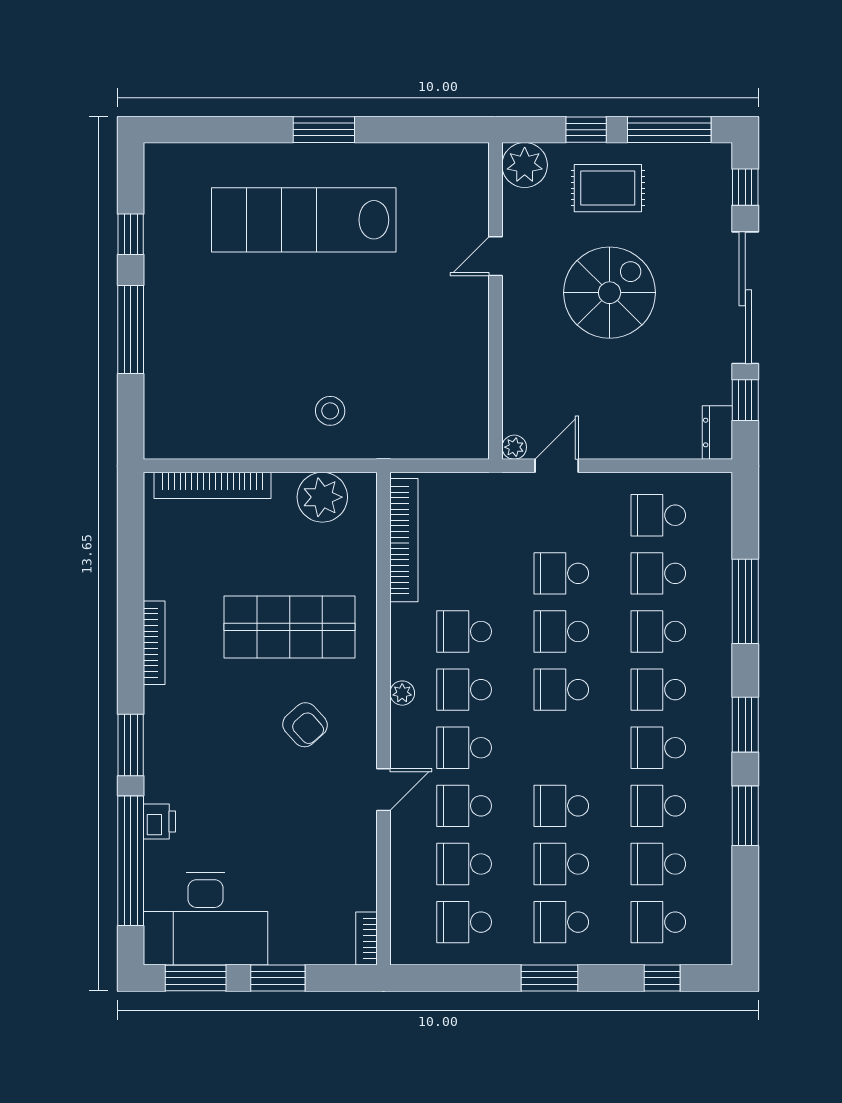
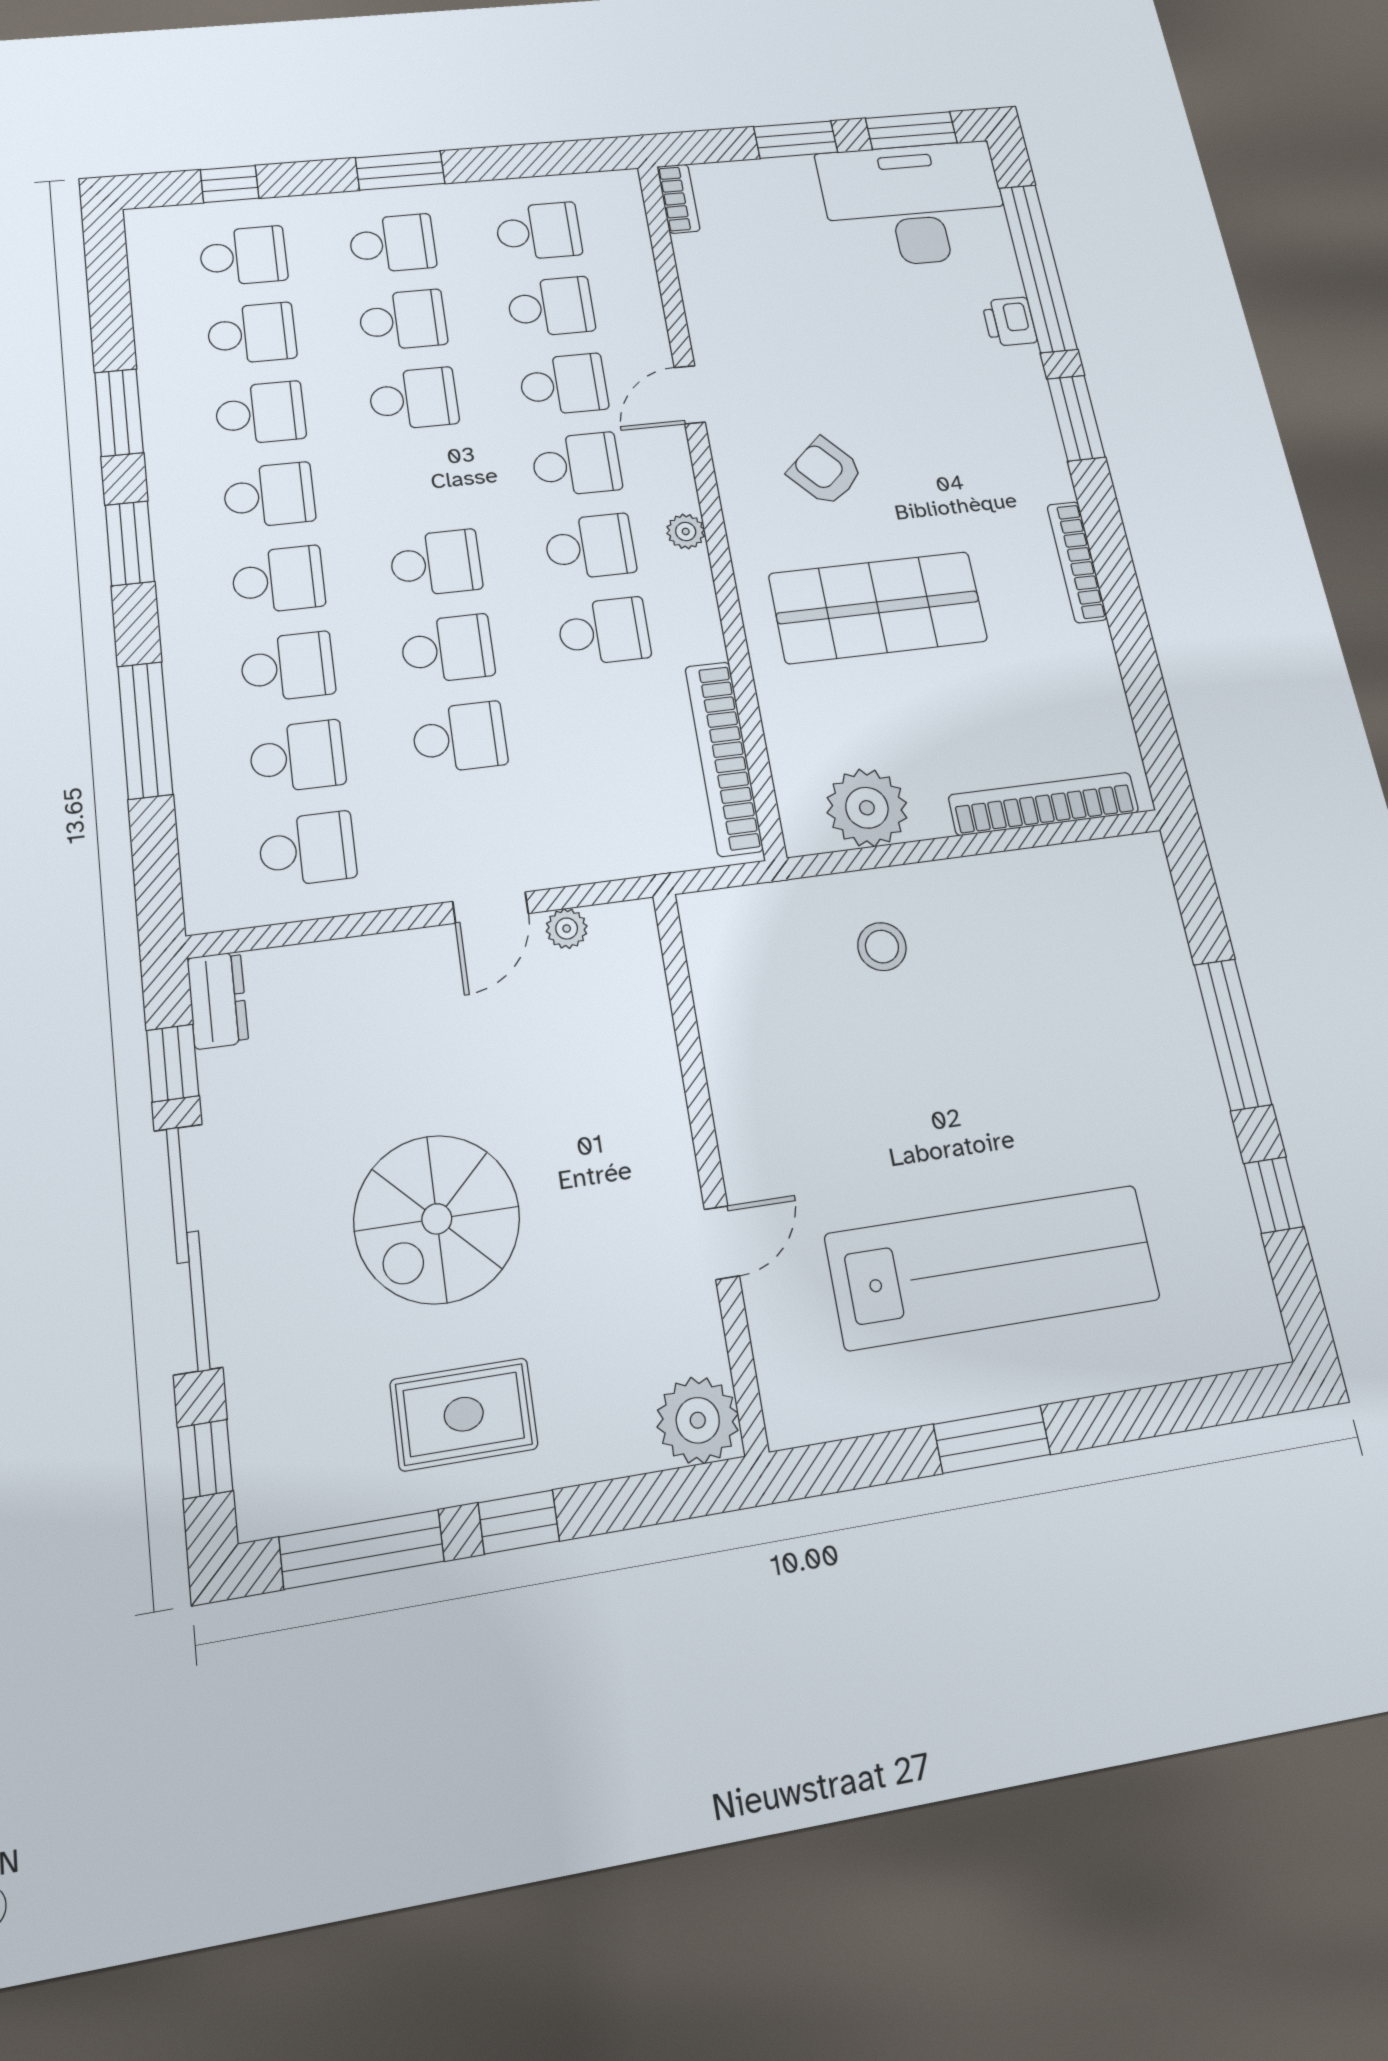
plant: (525, 165) -> (698, 1420), moved
door: (496, 256) -> (722, 1243), moved
wall: (496, 301) -> (709, 1163), moved

